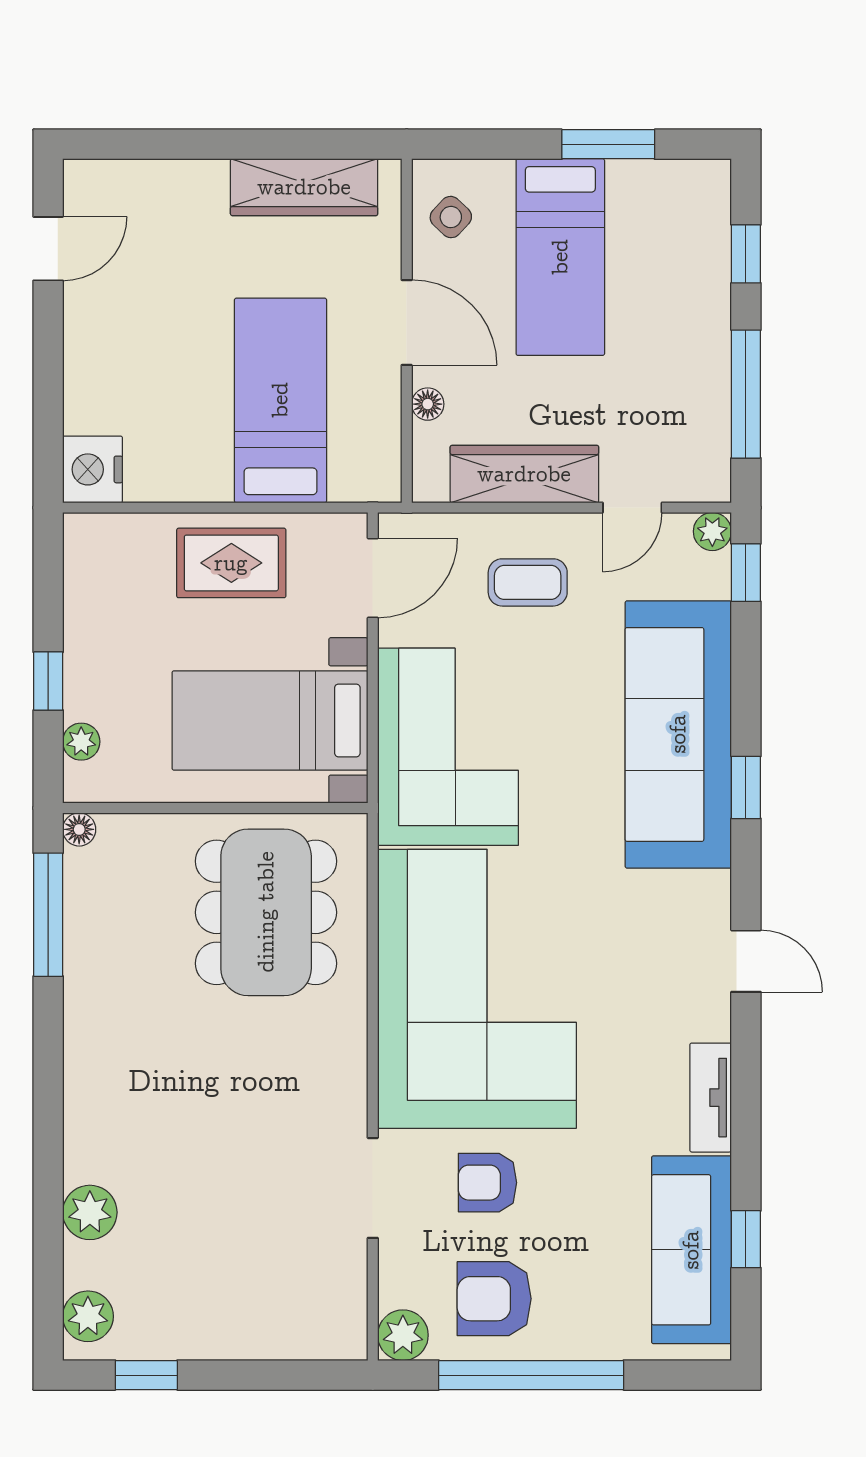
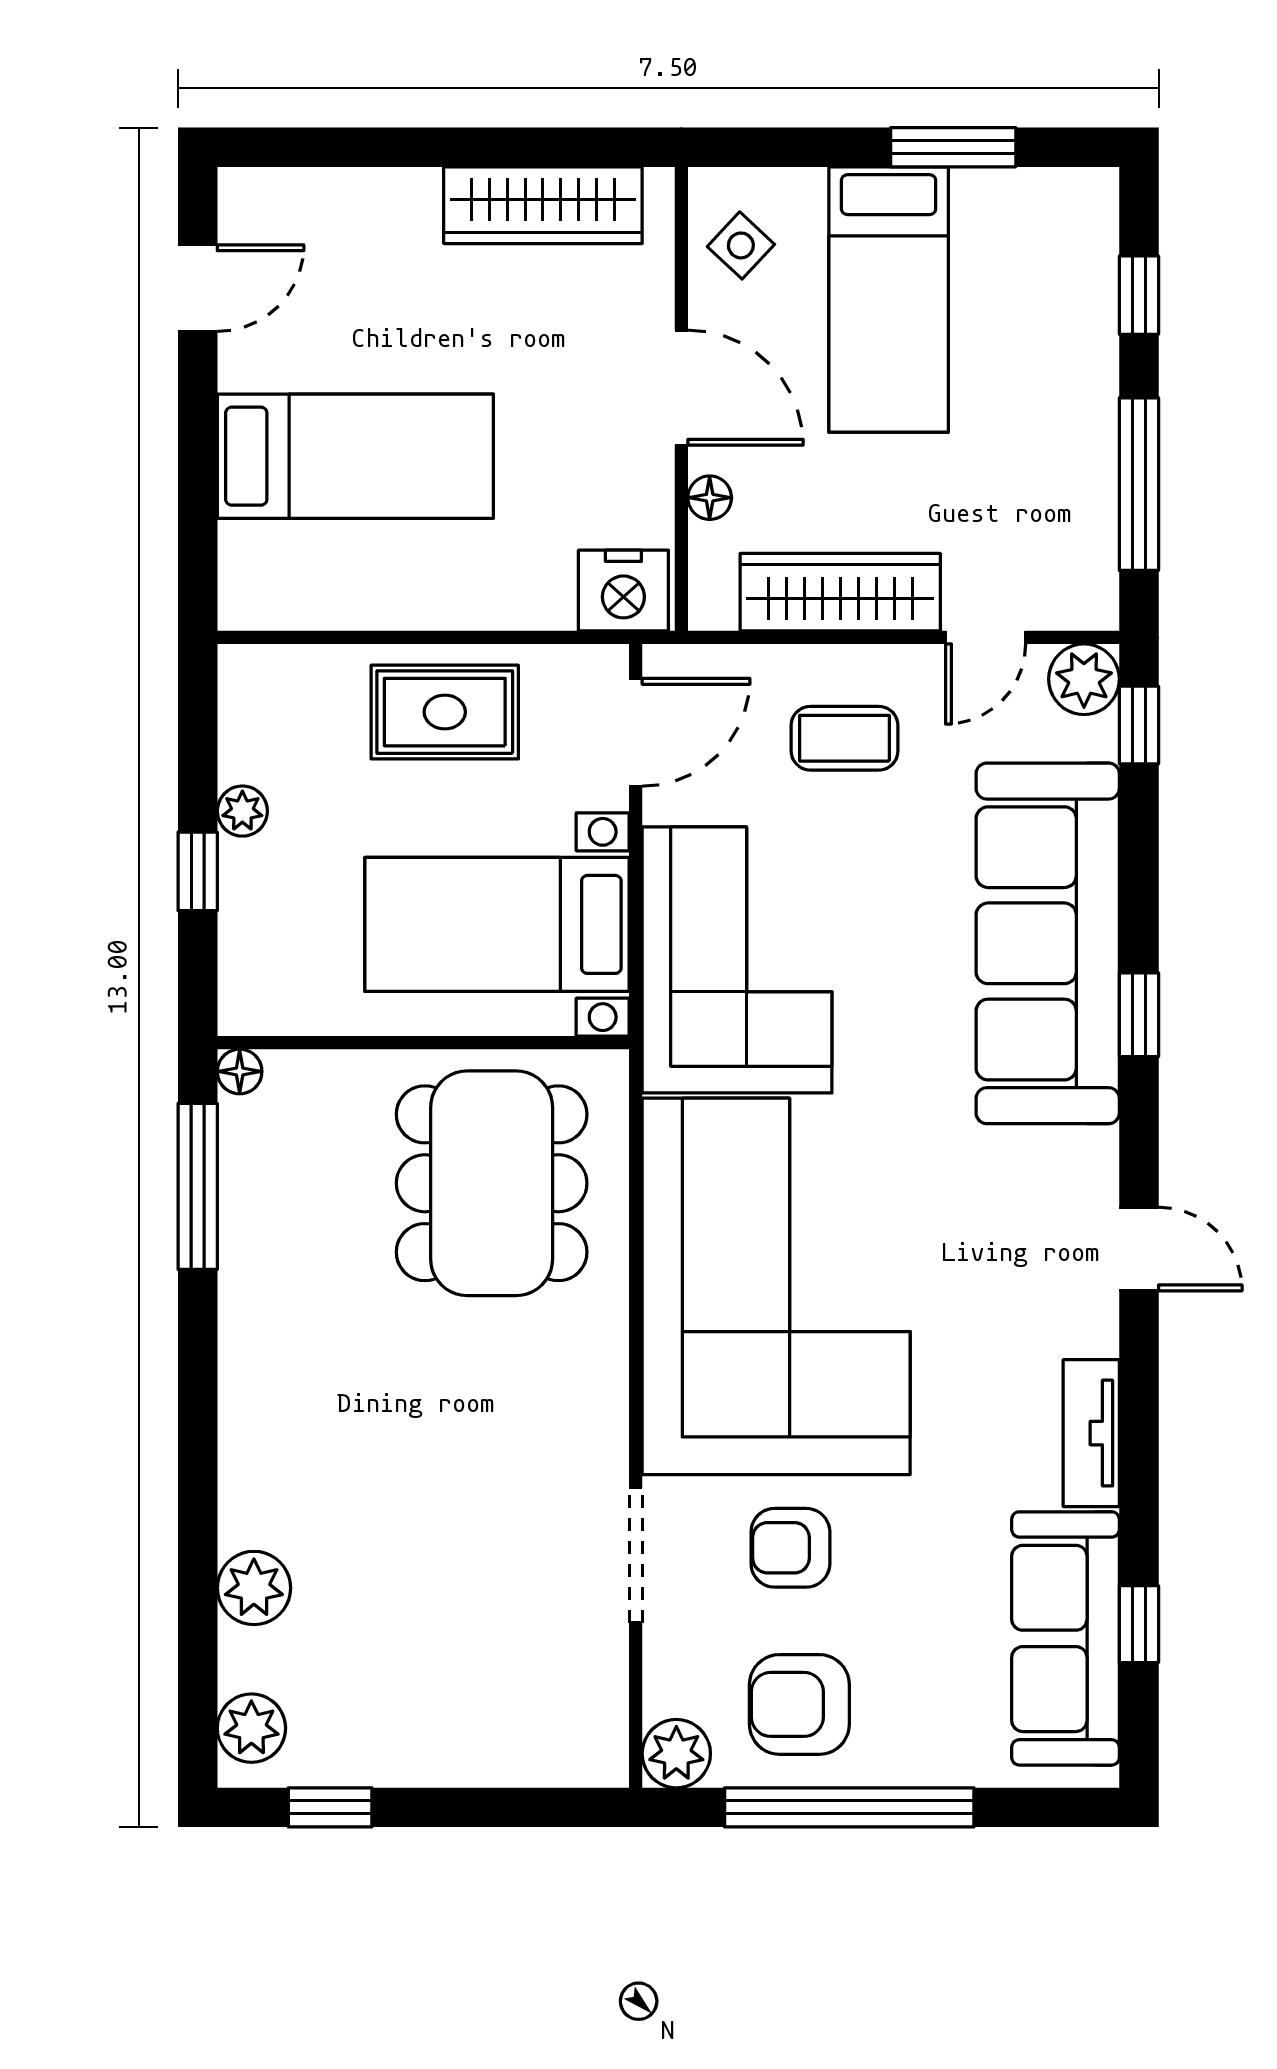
bed: (280, 400) -> (355, 456), moved, turned 90
nightstand: (93, 469) -> (623, 591), moved, turned -90
plant: (712, 531) -> (1084, 679), width x1.38, depth x1.38
plant: (81, 742) -> (242, 811), moved

